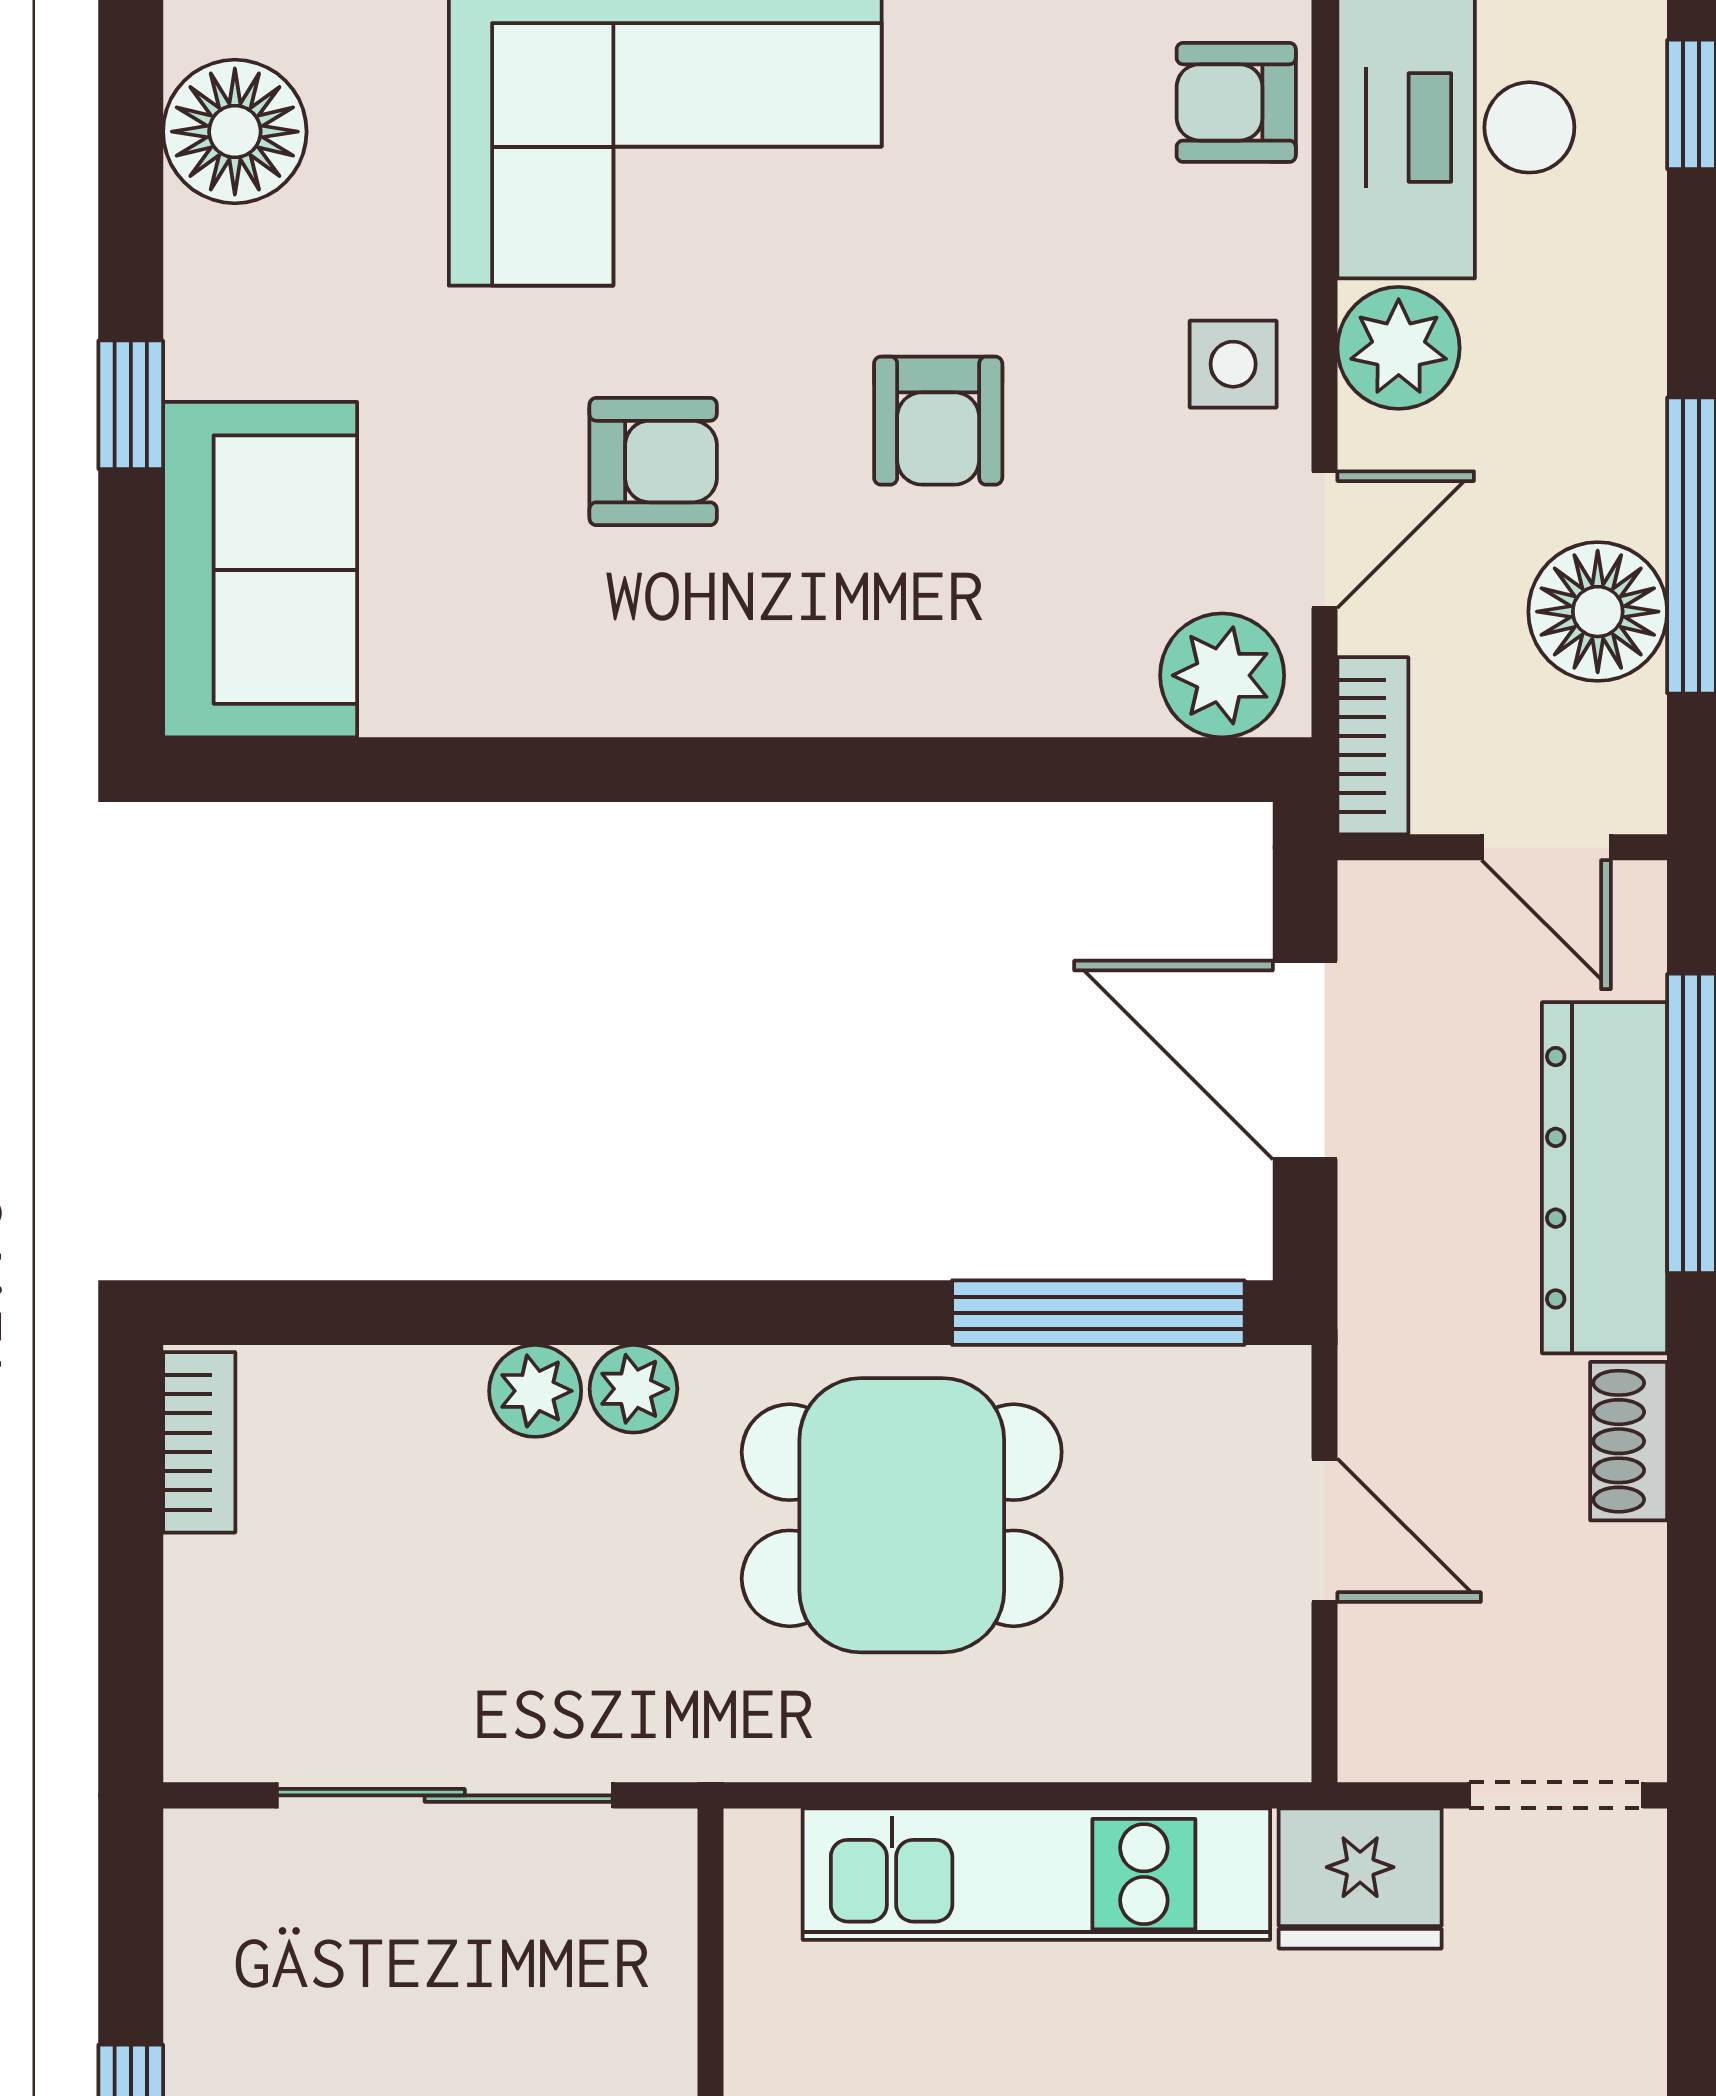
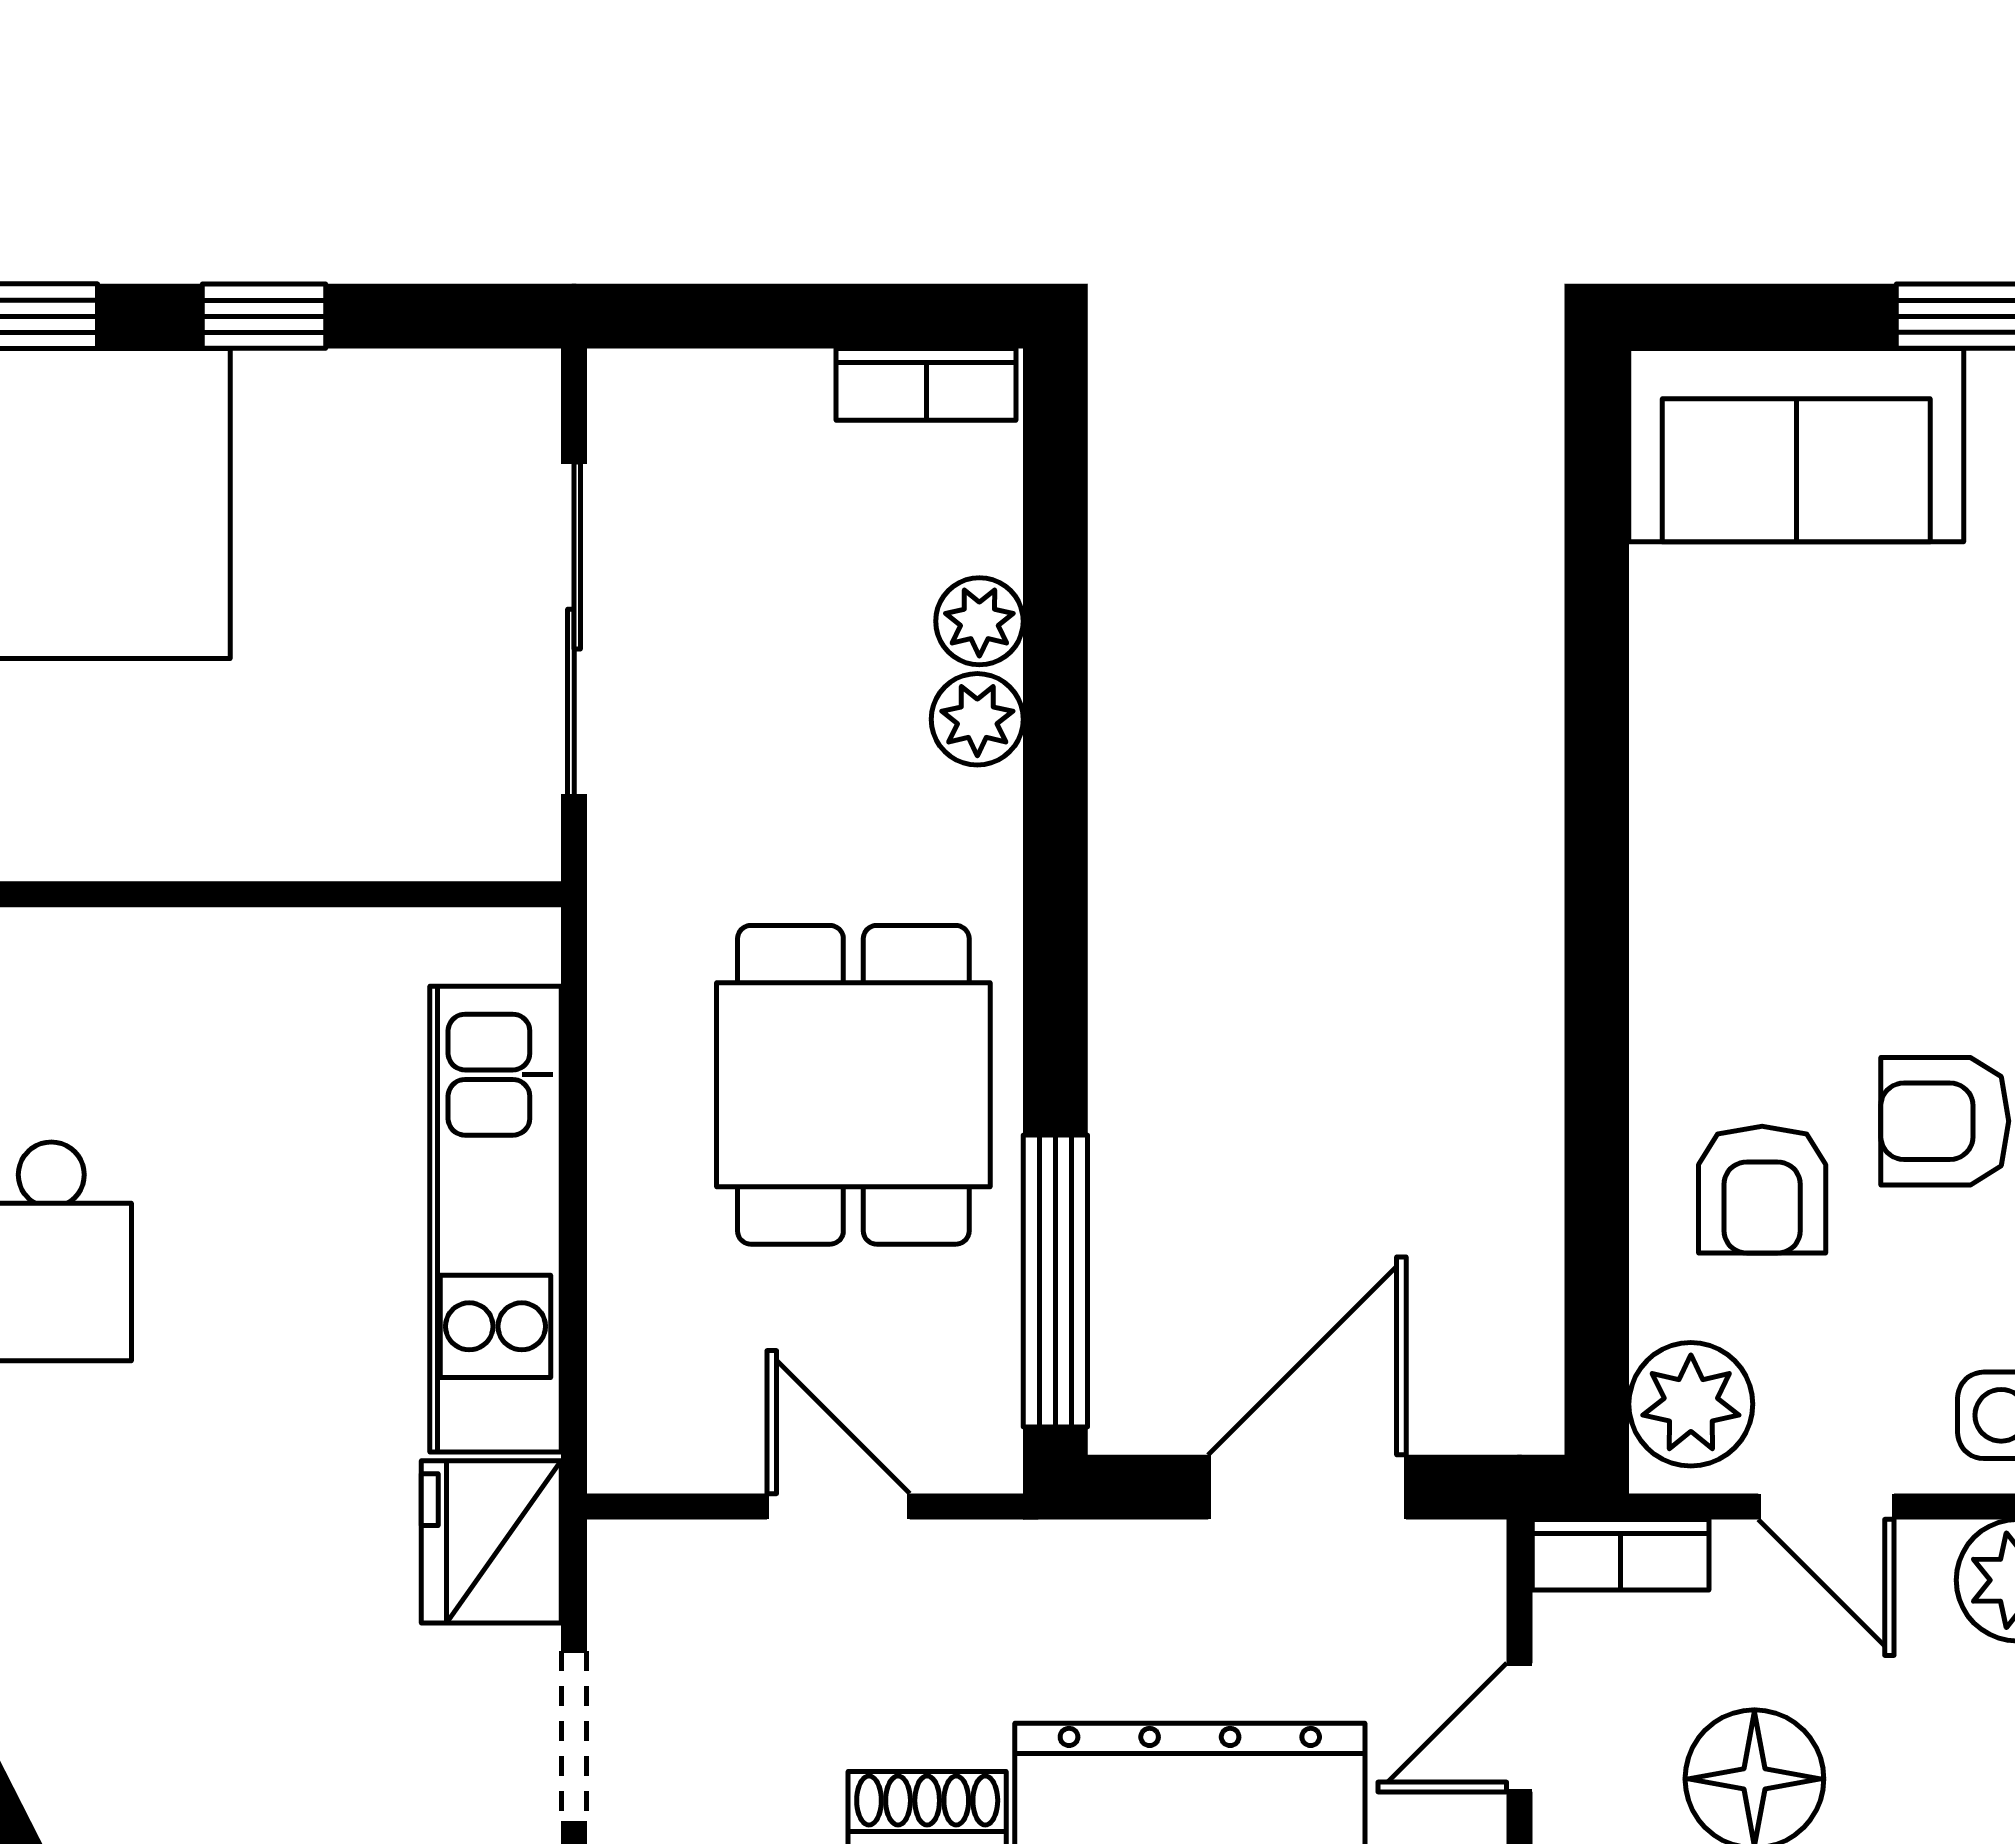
armchair: (653, 462) -> (1762, 1190), moved
plant: (633, 1389) -> (979, 621), moved
door: (1325, 1530) -> (838, 1506), swing flipped

